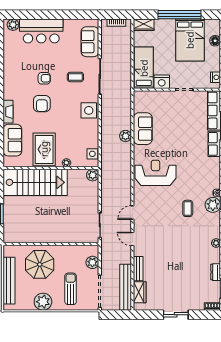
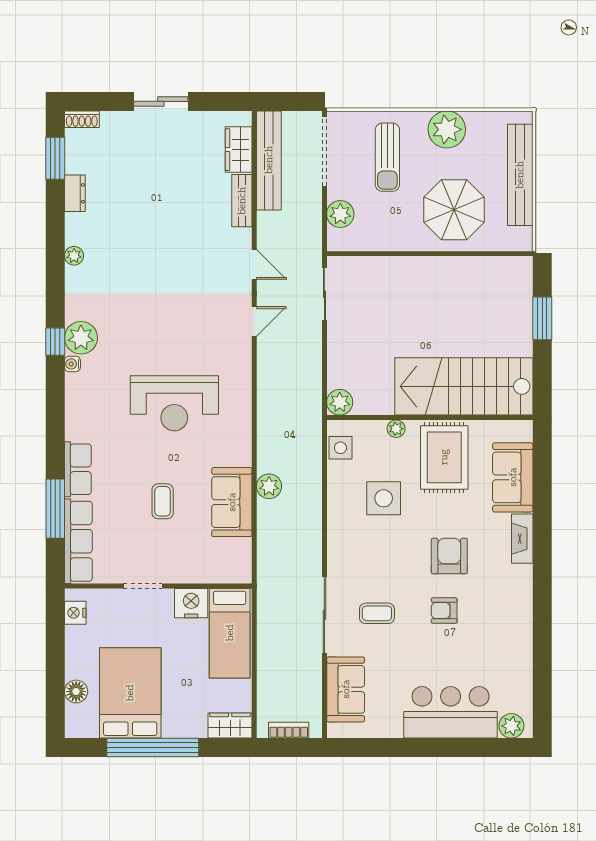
side table: (89, 110) -> (384, 498), moved
reception desk: (155, 173) -> (174, 403), moved
coffee table: (188, 208) -> (163, 501), moved

